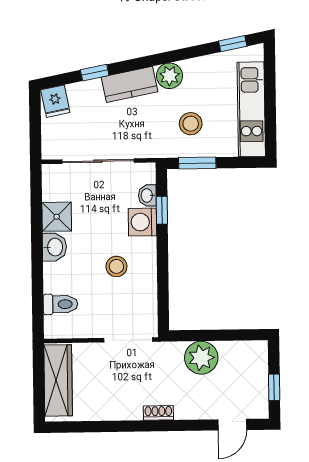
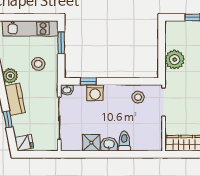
window: (197, 163) -> (61, 43), moved
washbasin: (147, 195) -> (67, 90), moved
stool: (116, 266) -> (138, 97), moved
toilet: (60, 304) -> (124, 141), moved

